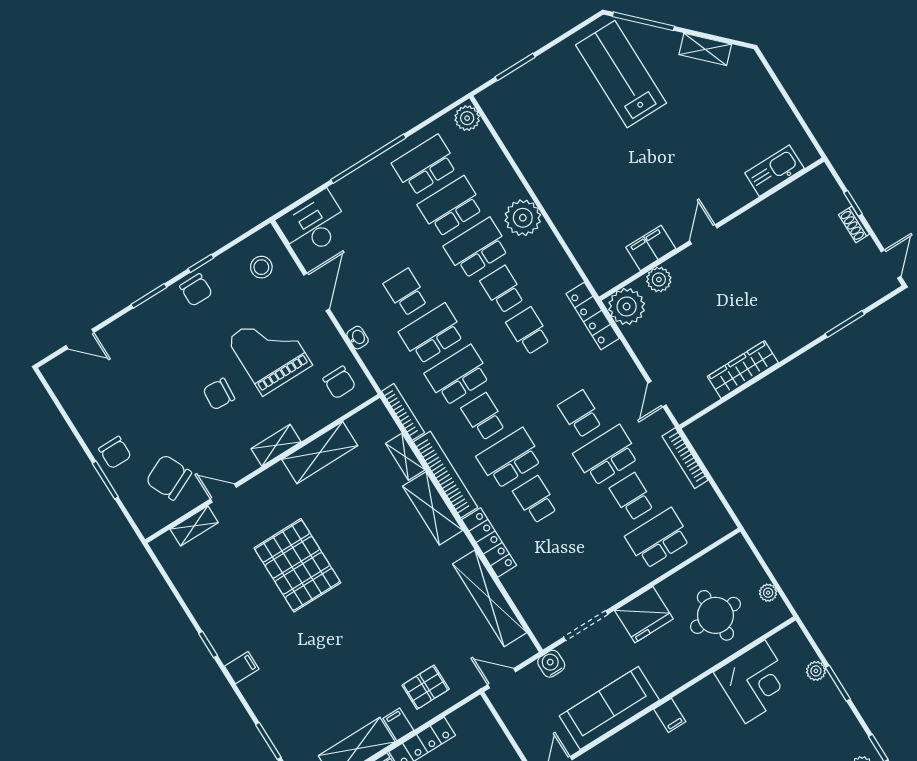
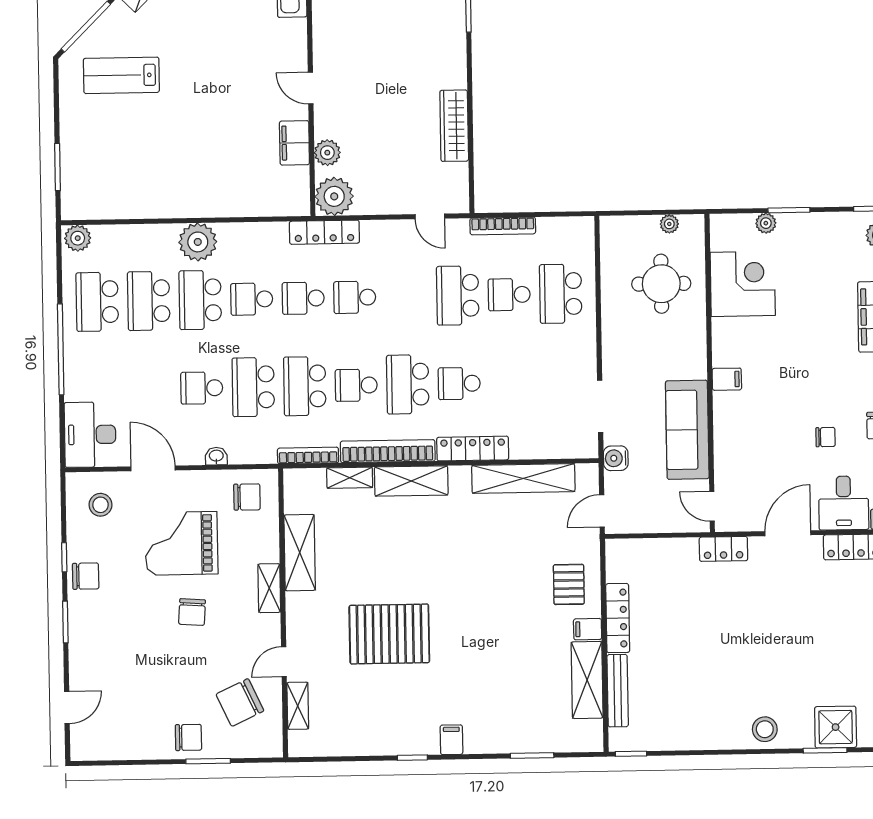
lab bench: (621, 74) -> (121, 75), width x0.73, depth x0.72
school desk: (580, 414) -> (355, 297), moved
fridge: (644, 615) -> (622, 348), removed

